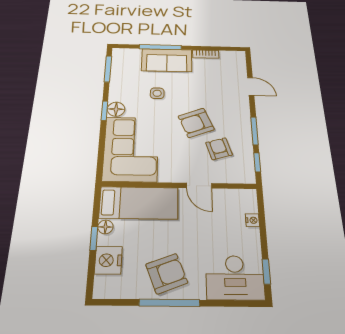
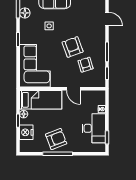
floor lamp: (116, 109) -> (25, 13), moved
armchair: (196, 123) -> (73, 47), turned 92
desk: (235, 278) -> (94, 128), moved, turned -90

